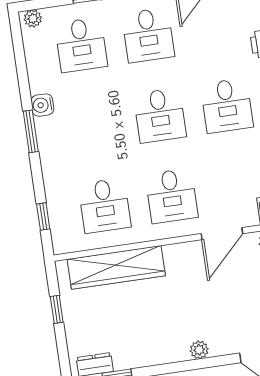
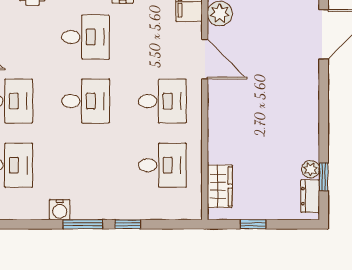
window: (43, 216) -> (128, 224), moved
wardrobe: (116, 267) -> (220, 186), width x0.48, depth x0.85
plant: (199, 350) -> (311, 169), moved

